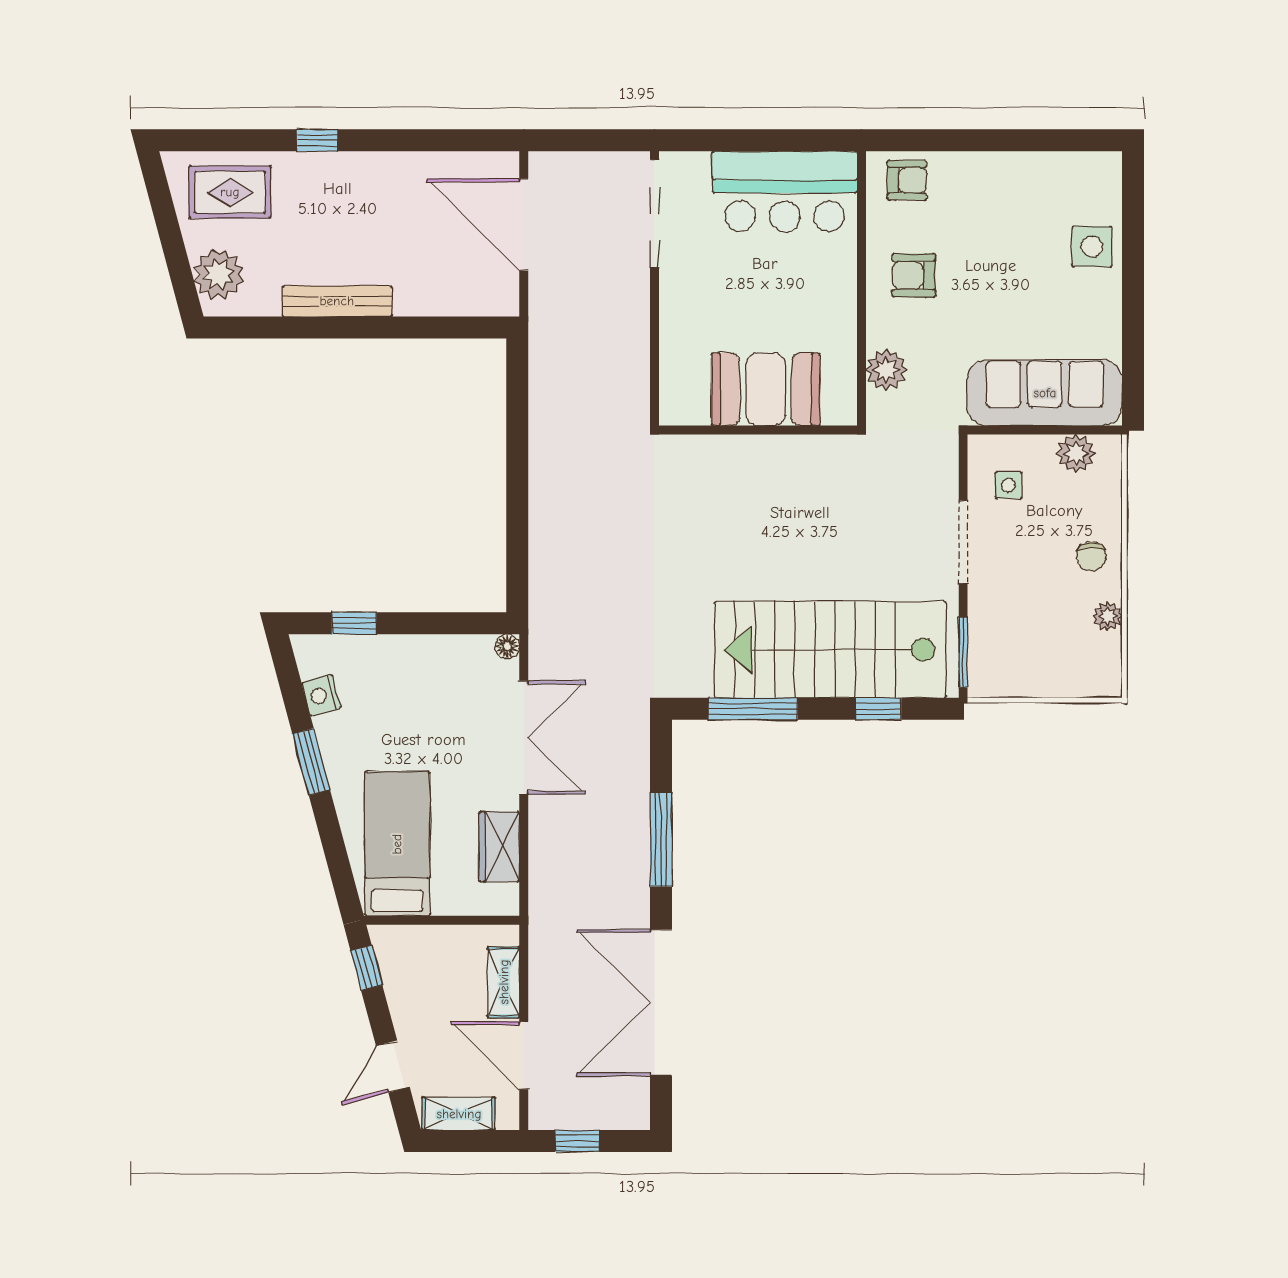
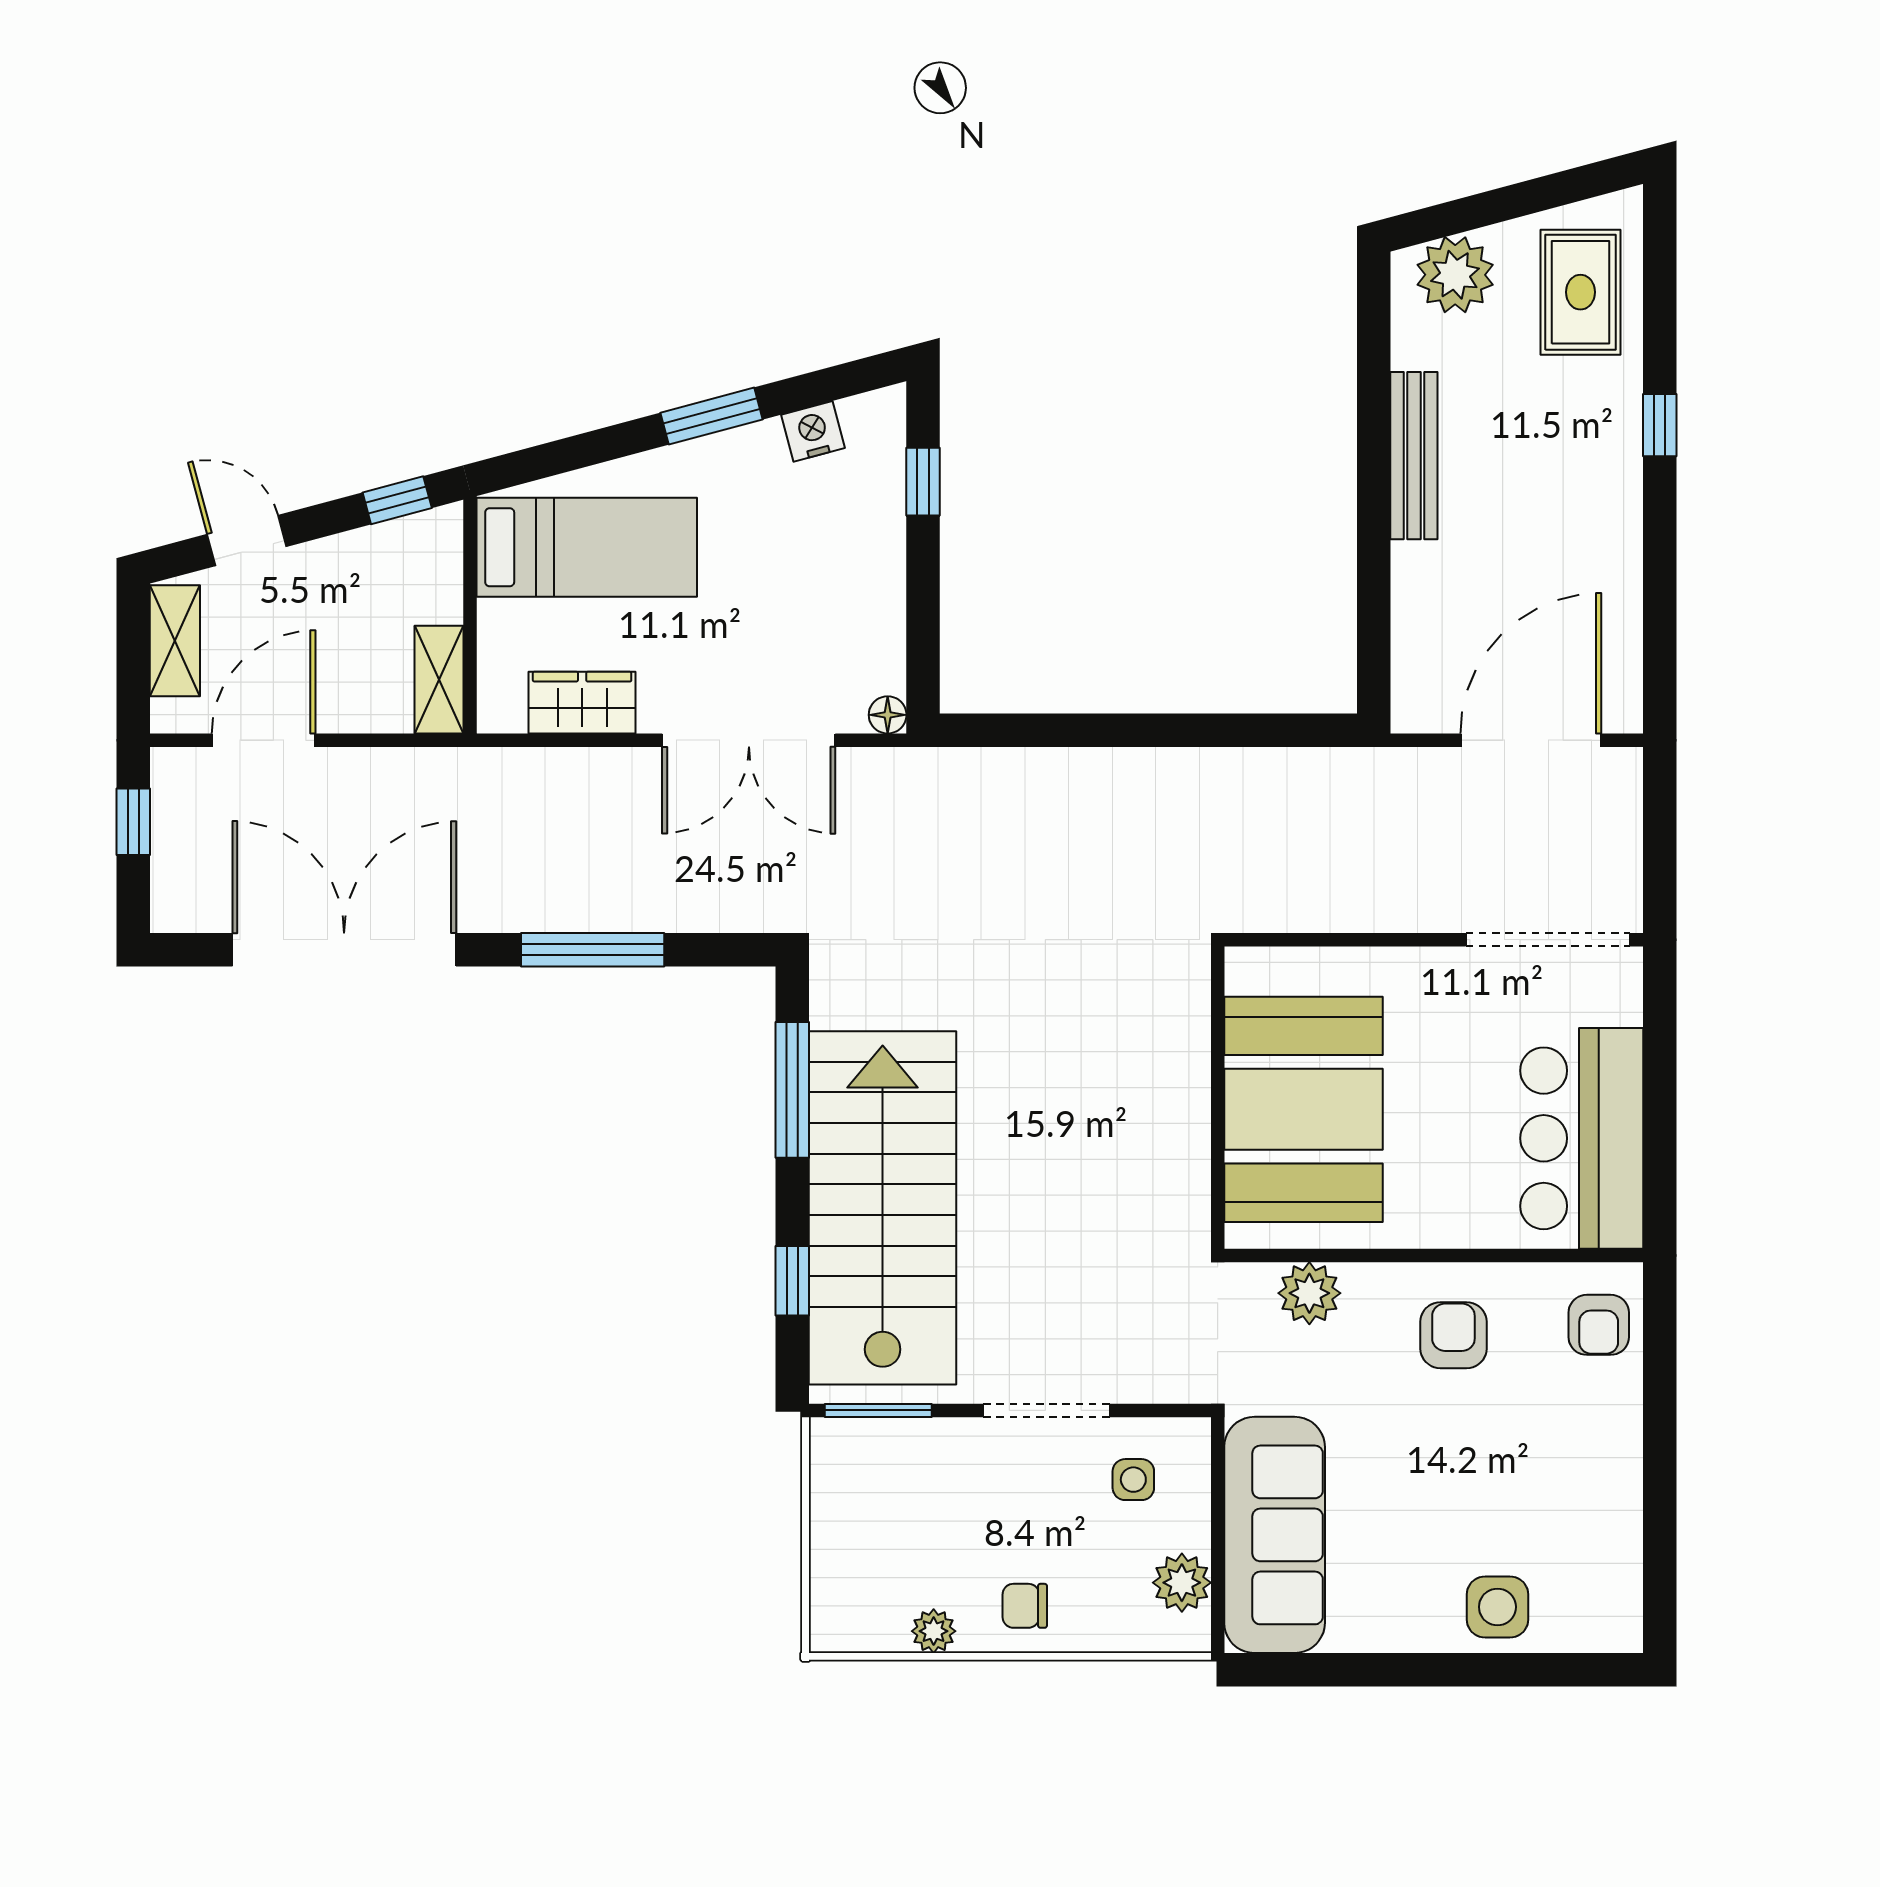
booth: (766, 389) -> (1303, 1109), width x1.36, depth x1.42
shelving: (504, 982) -> (439, 680), moved, turned 90

